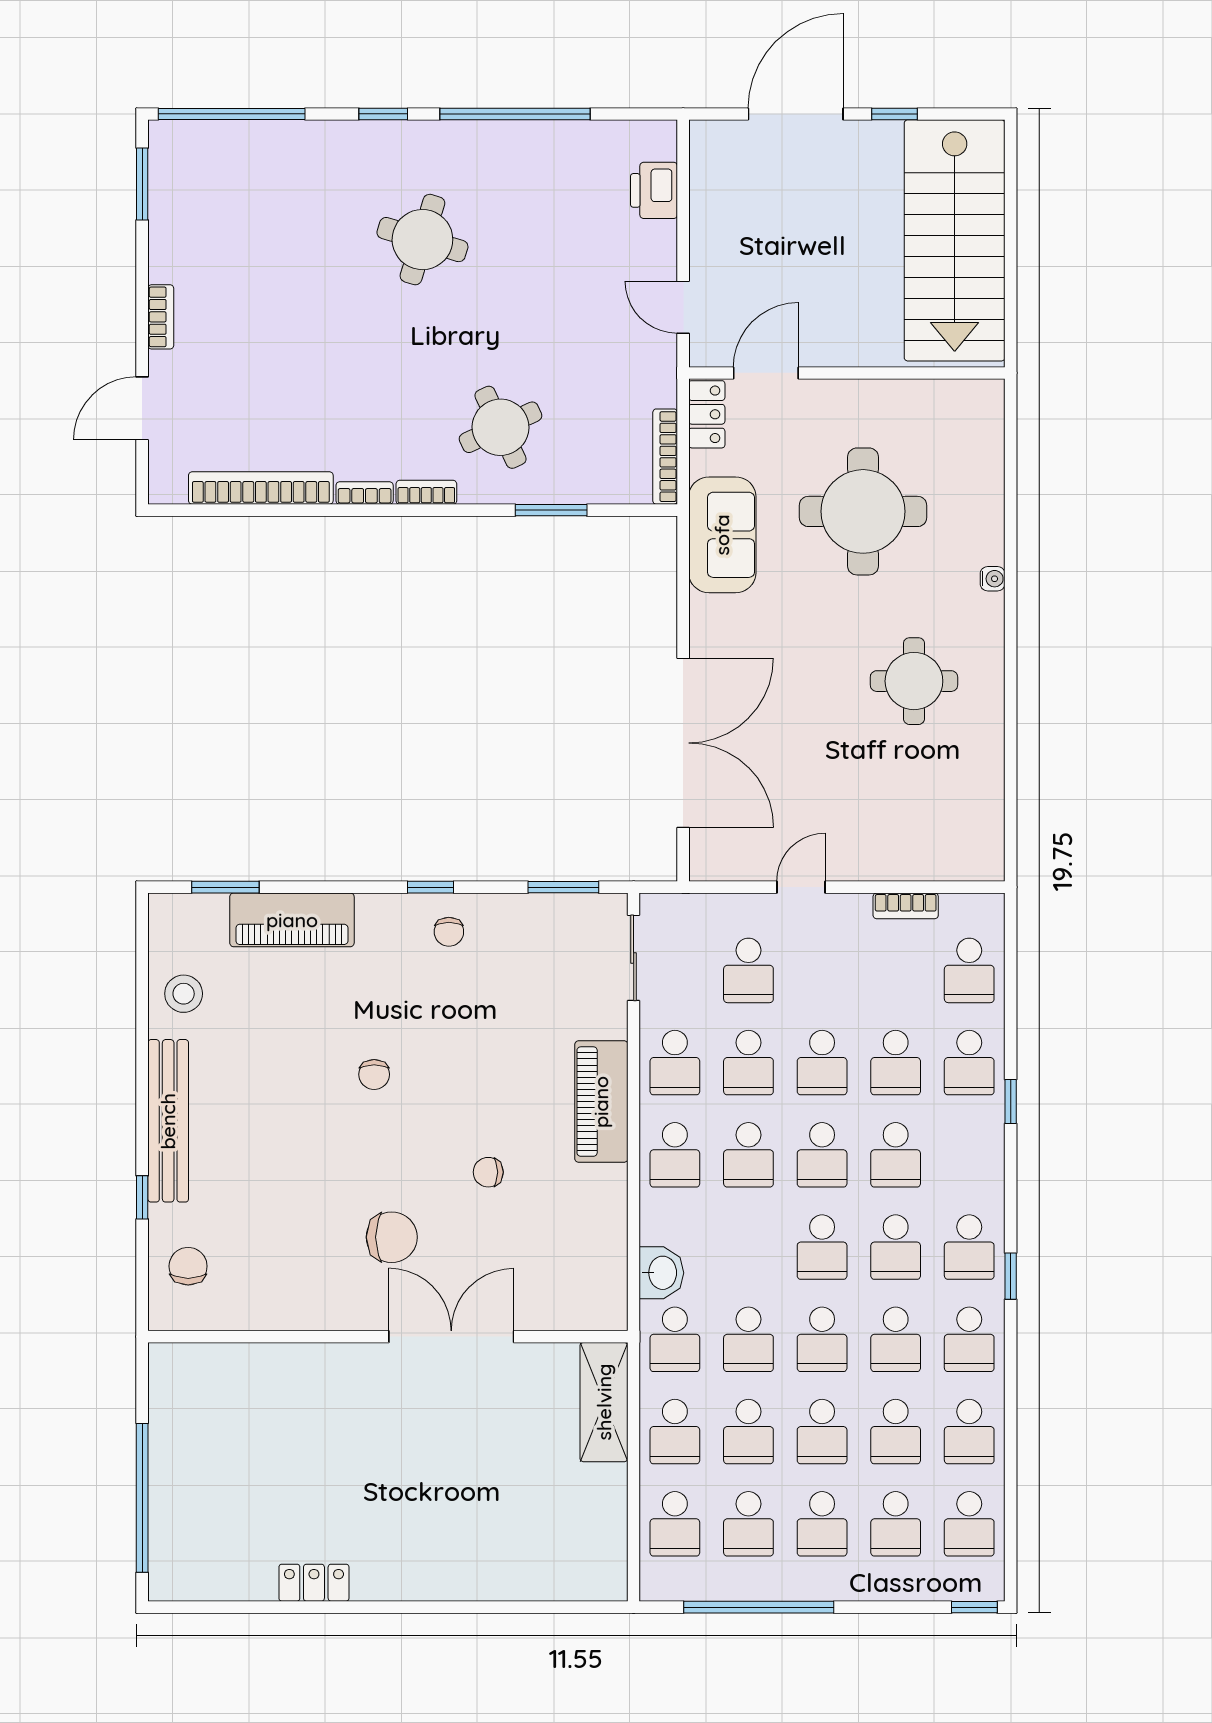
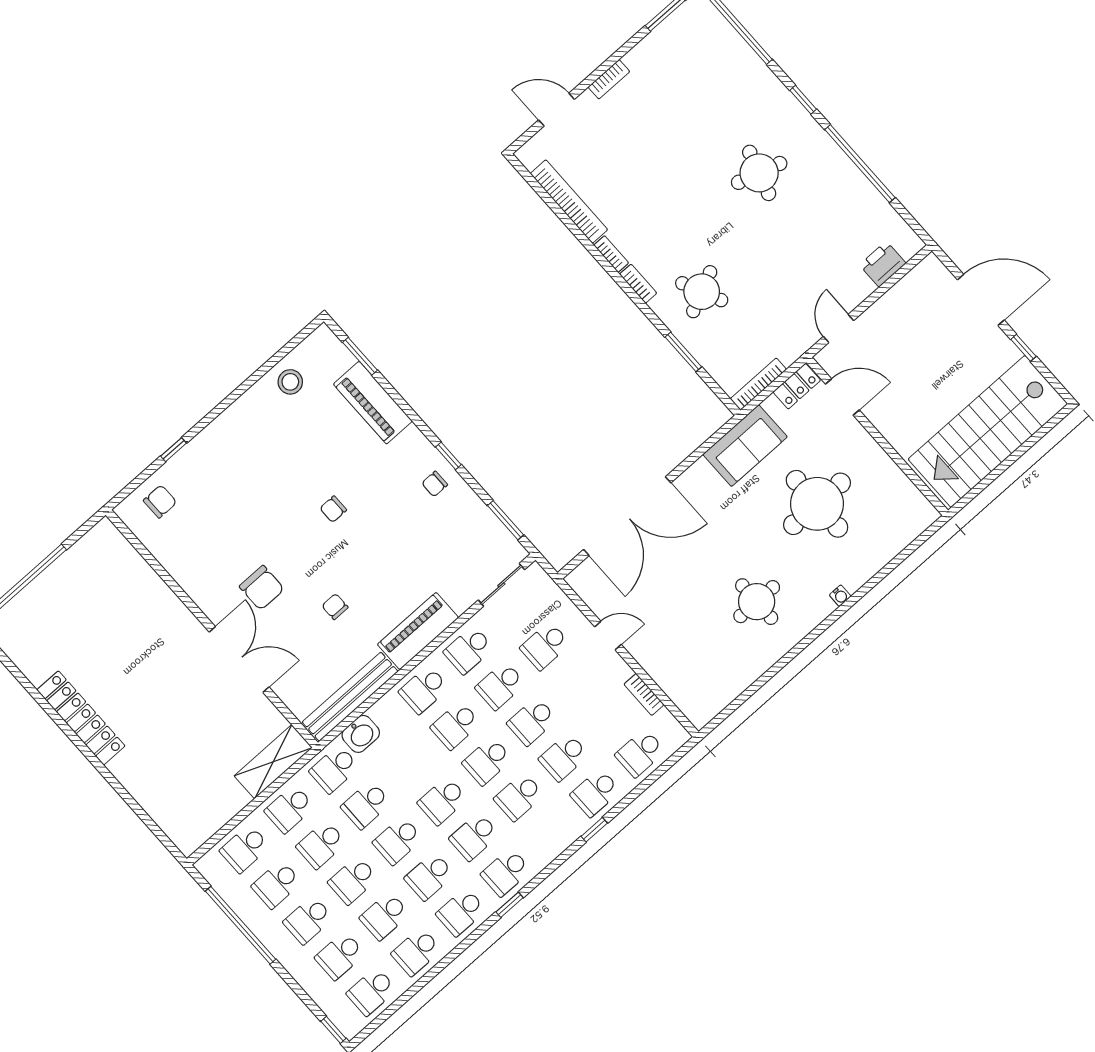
bench: (168, 1121) -> (350, 697), moved
locker: (314, 1583) -> (81, 718), width x2.16, depth x1.21

